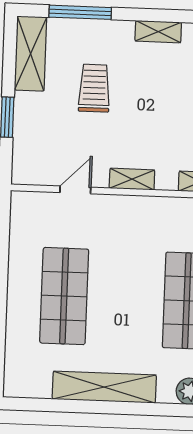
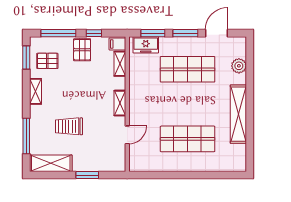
door: (75, 190) -> (127, 135), swing flipped

